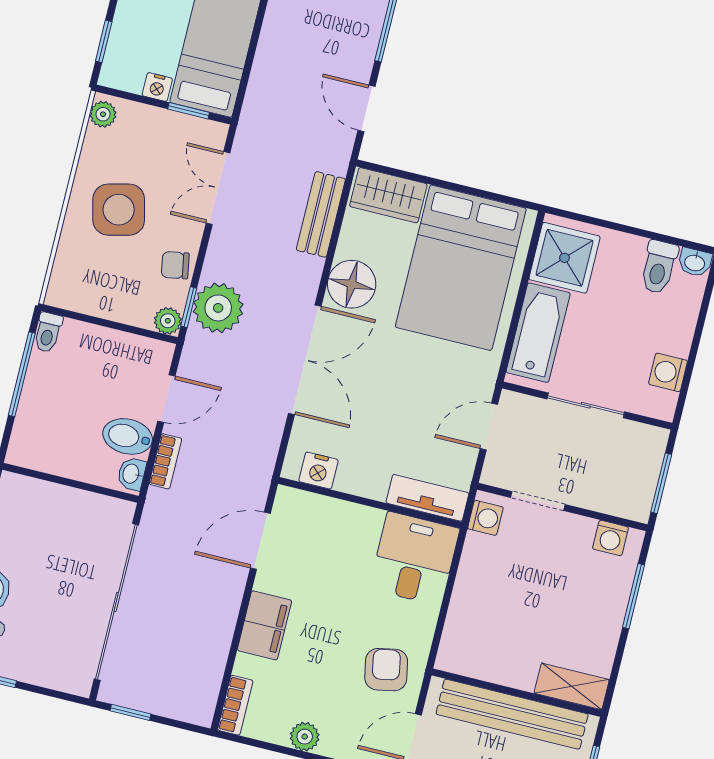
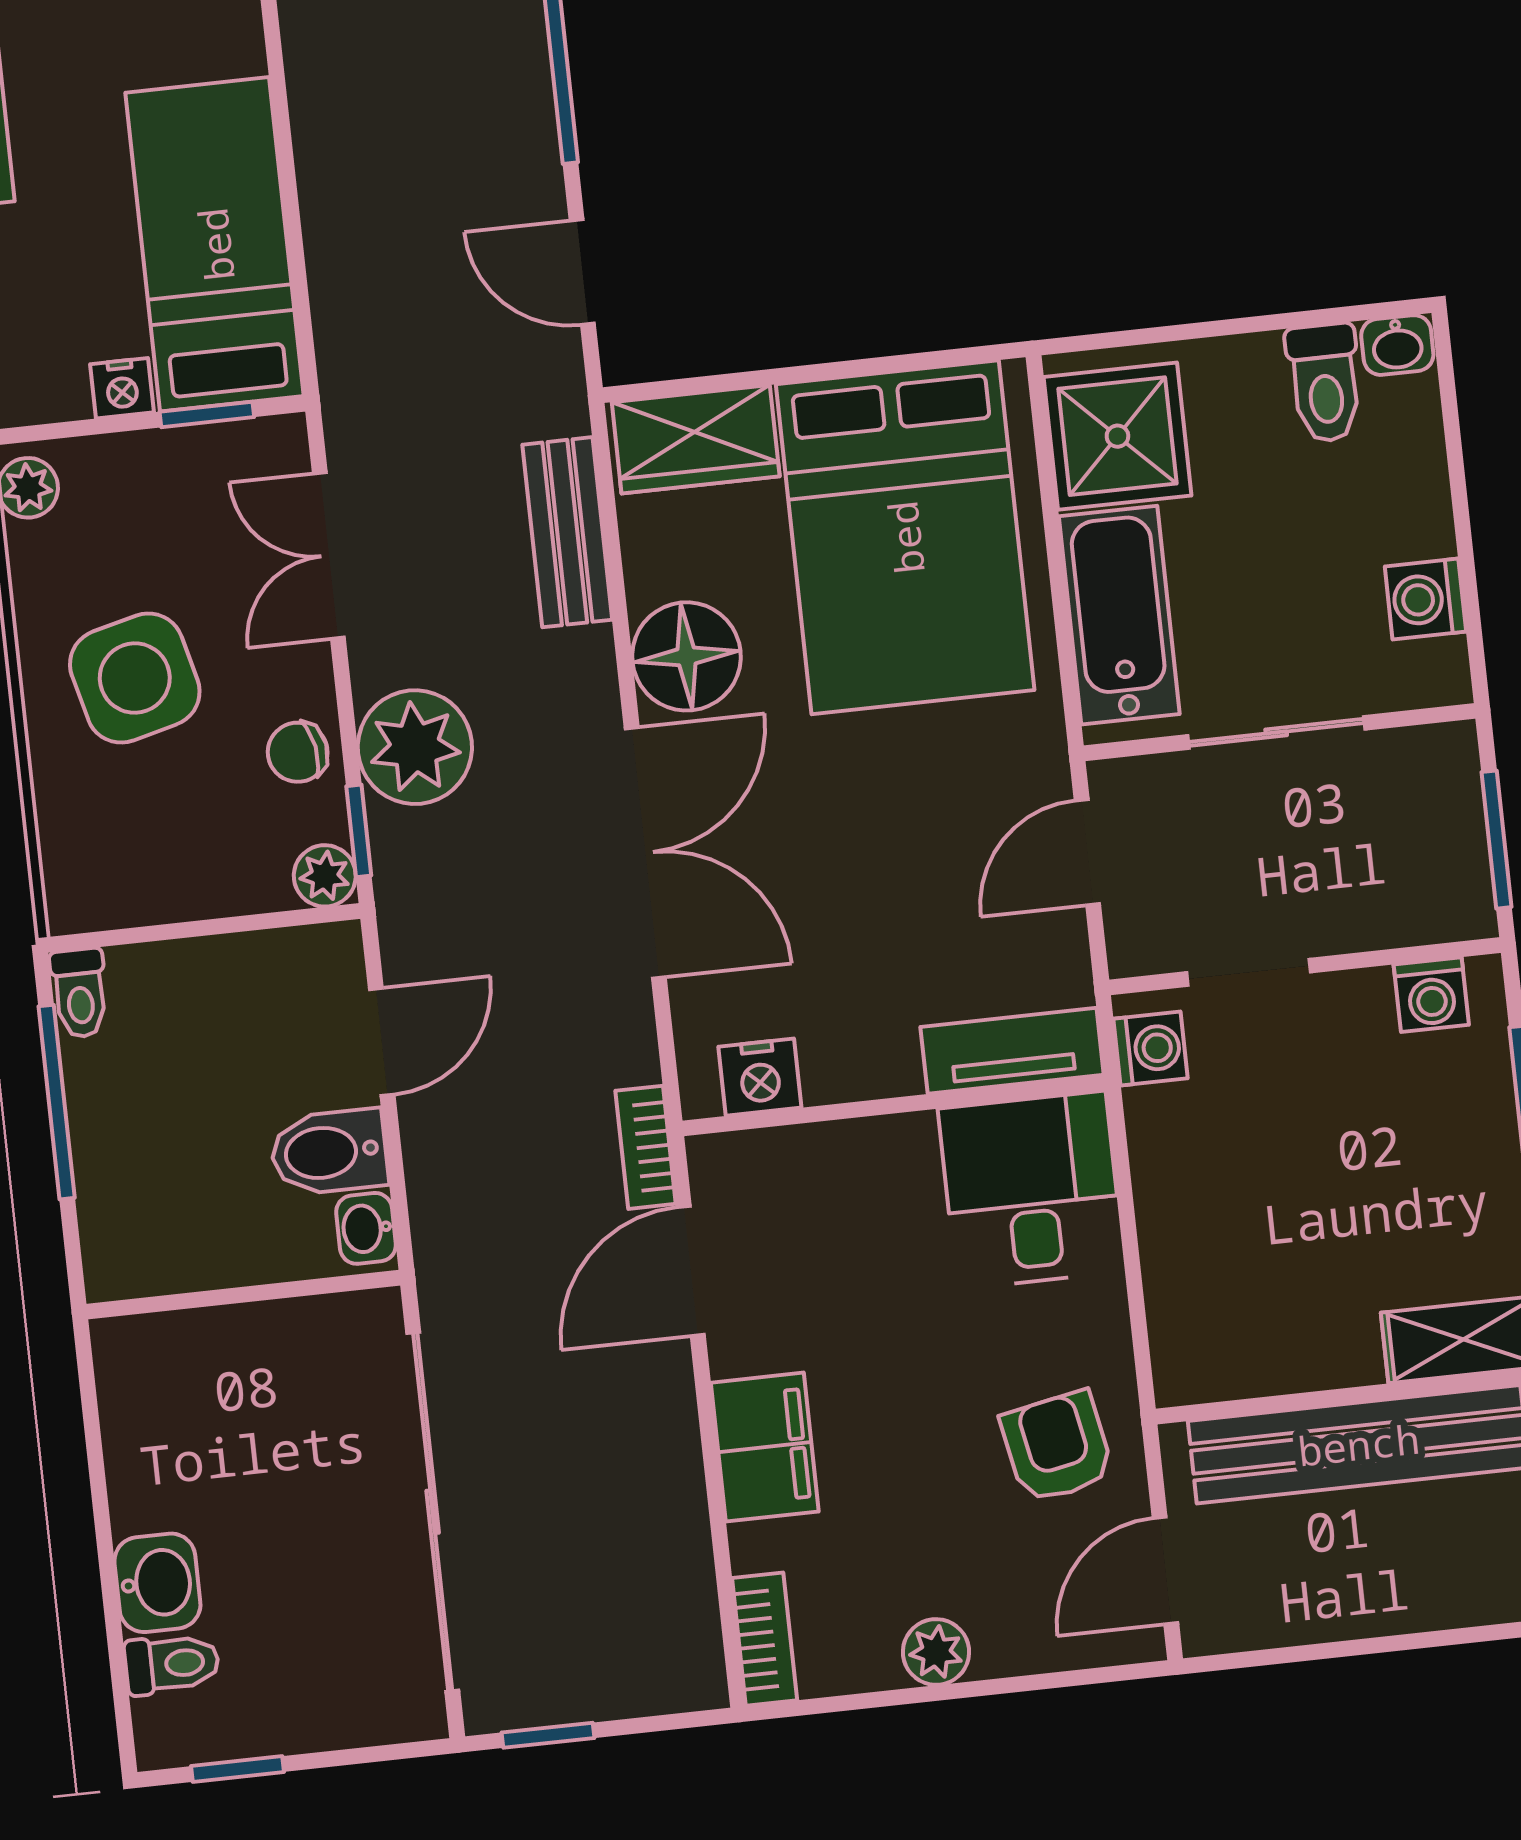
plant: (218, 308) -> (415, 747), moved
bookcase: (165, 461) -> (646, 1147), moved, turned 180

